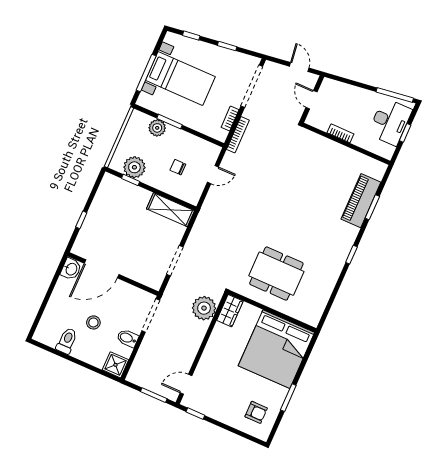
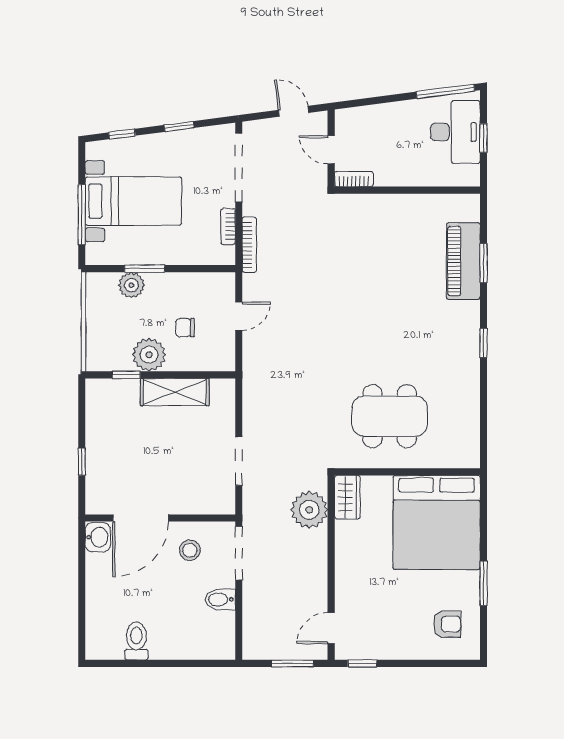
bookcase: (340, 133) -> (354, 179), moved
plant: (134, 167) -> (149, 355), moved
shelving: (170, 210) -> (175, 392), moved
stool: (93, 322) -> (190, 550), moved
shower: (115, 365) -> (220, 645), removed

